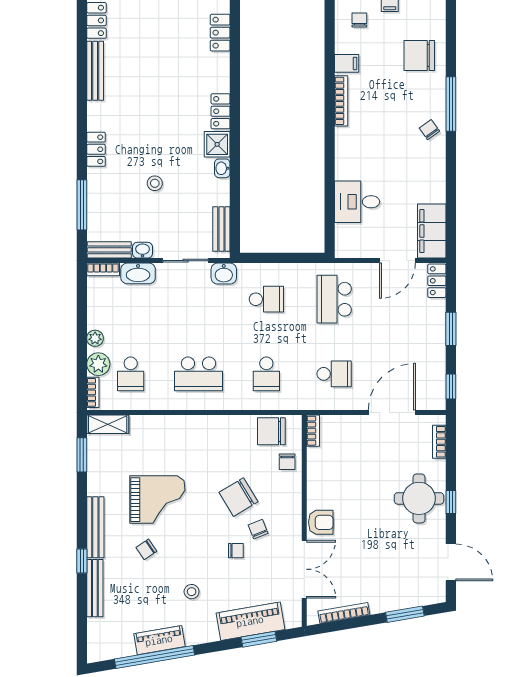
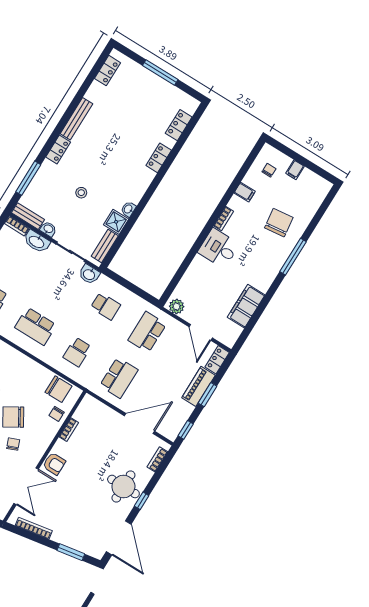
chair: (419, 56) -> (279, 223), moved, turned 83
bench: (95, 71) -> (76, 119), moved
bookcase: (341, 101) -> (223, 219), width x0.64
locker: (221, 111) -> (159, 158), moved
chair: (429, 130) -> (270, 264), removed
shower: (217, 144) -> (116, 222), moved
desk: (357, 202) -> (219, 248), moved
filing cabinet: (432, 231) -> (246, 306), moved
plant: (350, 248) -> (177, 306), added
door: (397, 261) -> (201, 332), hinge flipped
piano: (434, 326) -> (198, 386), added
school desk: (334, 374) -> (119, 378), width x1.85
chair: (271, 431) -> (58, 389), turned 180
bookcase: (313, 431) -> (69, 430), moved
door: (451, 562) -> (119, 538), width x1.36

